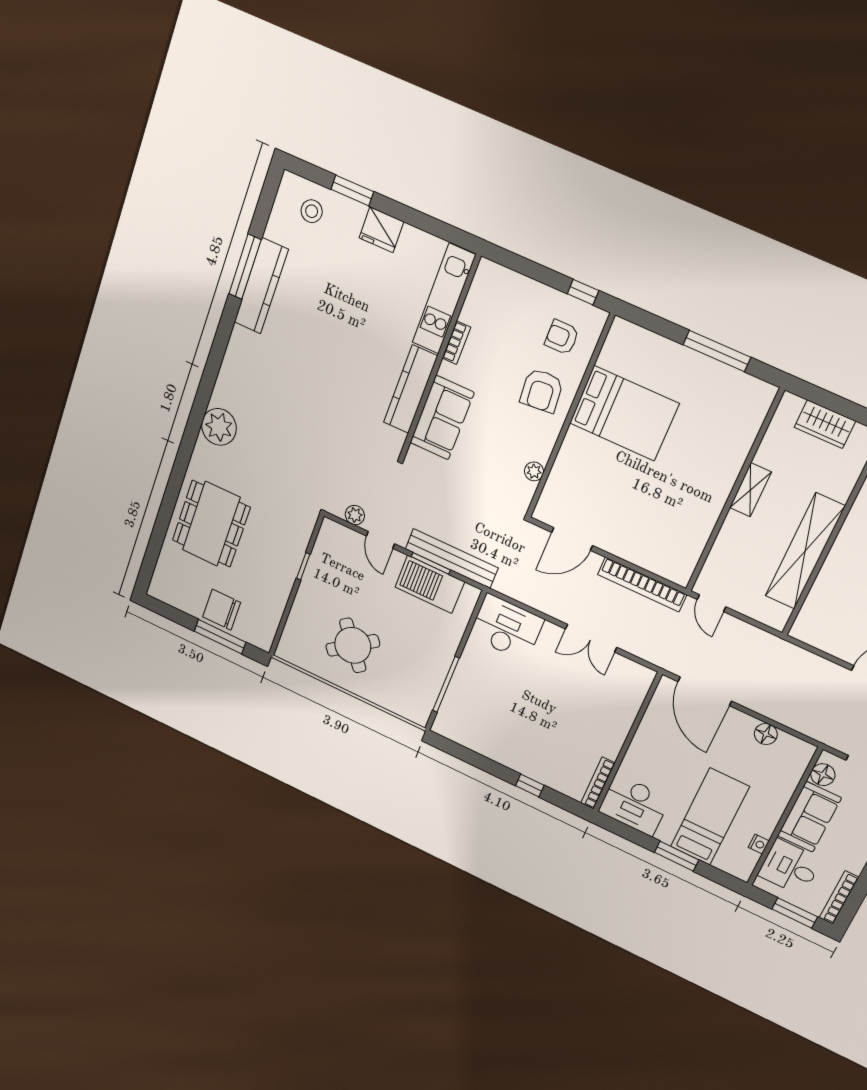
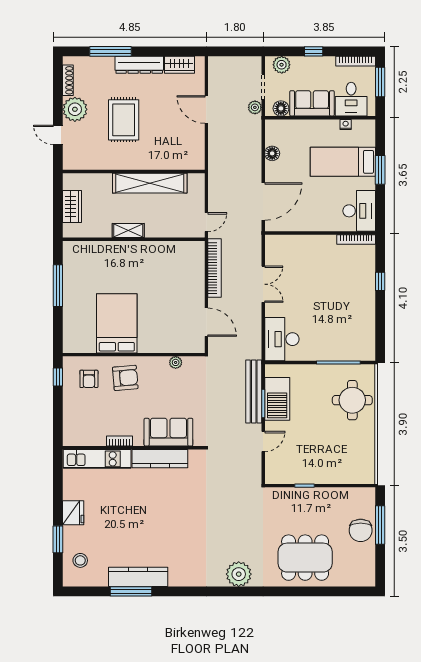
plant: (355, 515) -> (255, 107), moved
round table: (353, 645) -> (352, 400), moved, turned 37

